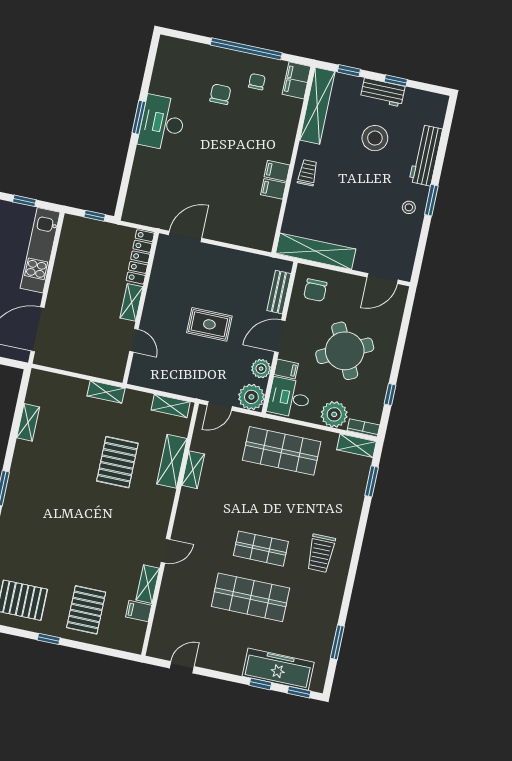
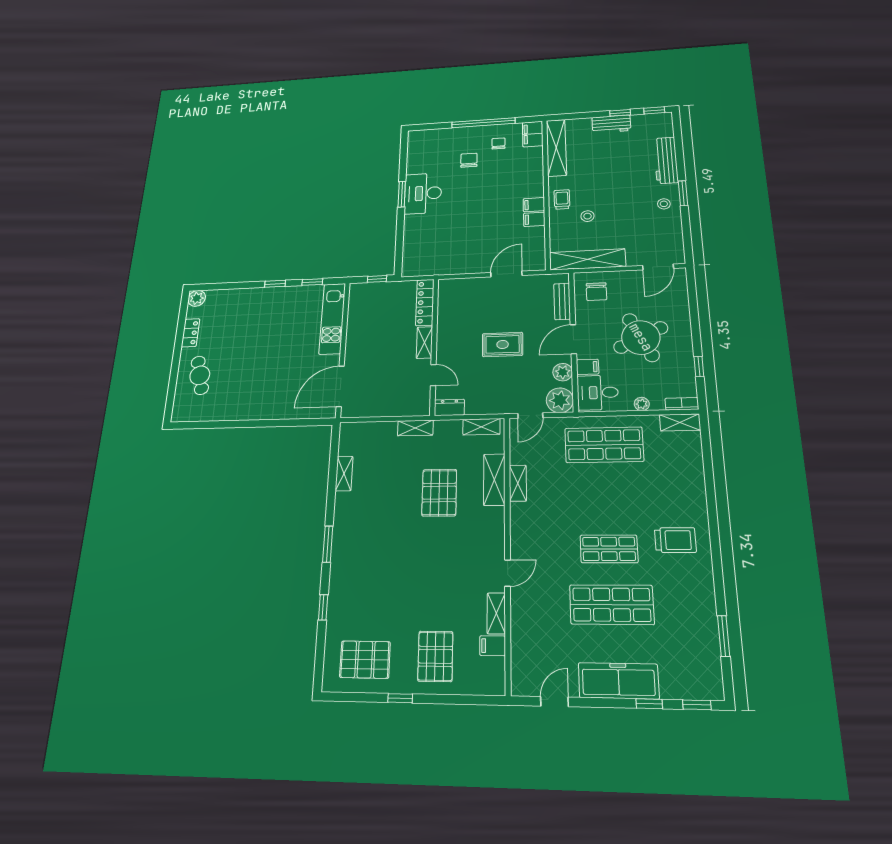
window: (349, 71) -> (654, 110), moved
stool: (375, 138) -> (588, 216), moved, width x0.53, depth x0.53
door: (185, 236) -> (506, 274), moved
dresser: (143, 379) -> (449, 407), added
plant: (334, 414) -> (642, 404), width x0.53, depth x0.53
window: (372, 481) -> (707, 454), removed
trolley: (321, 553) -> (675, 540), turned -90
freezer: (278, 669) -> (618, 681), moved

